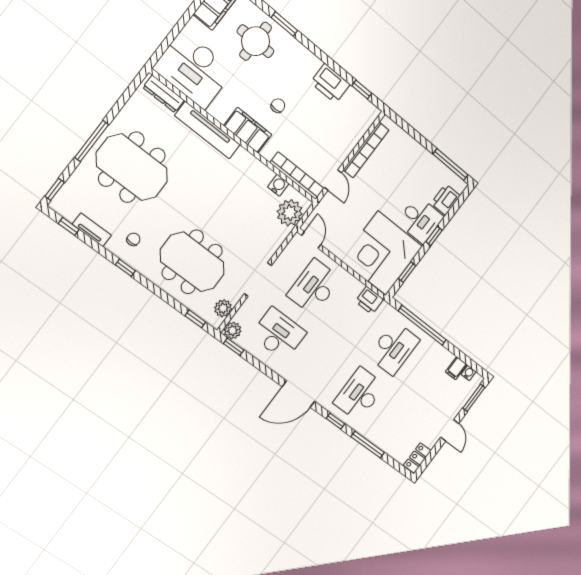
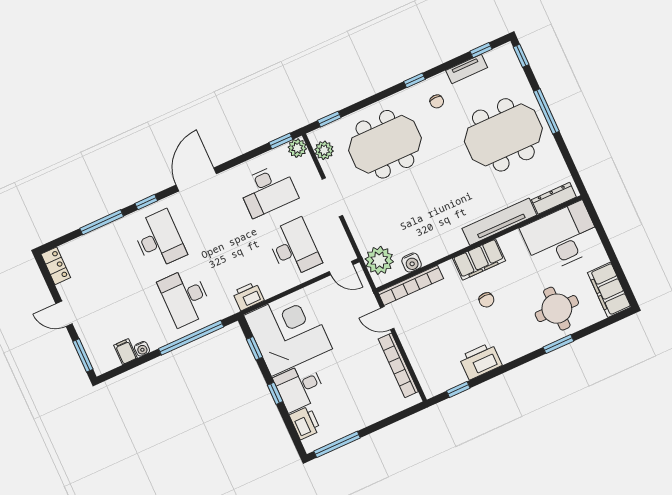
water cooler: (468, 373) -> (142, 349), moved

